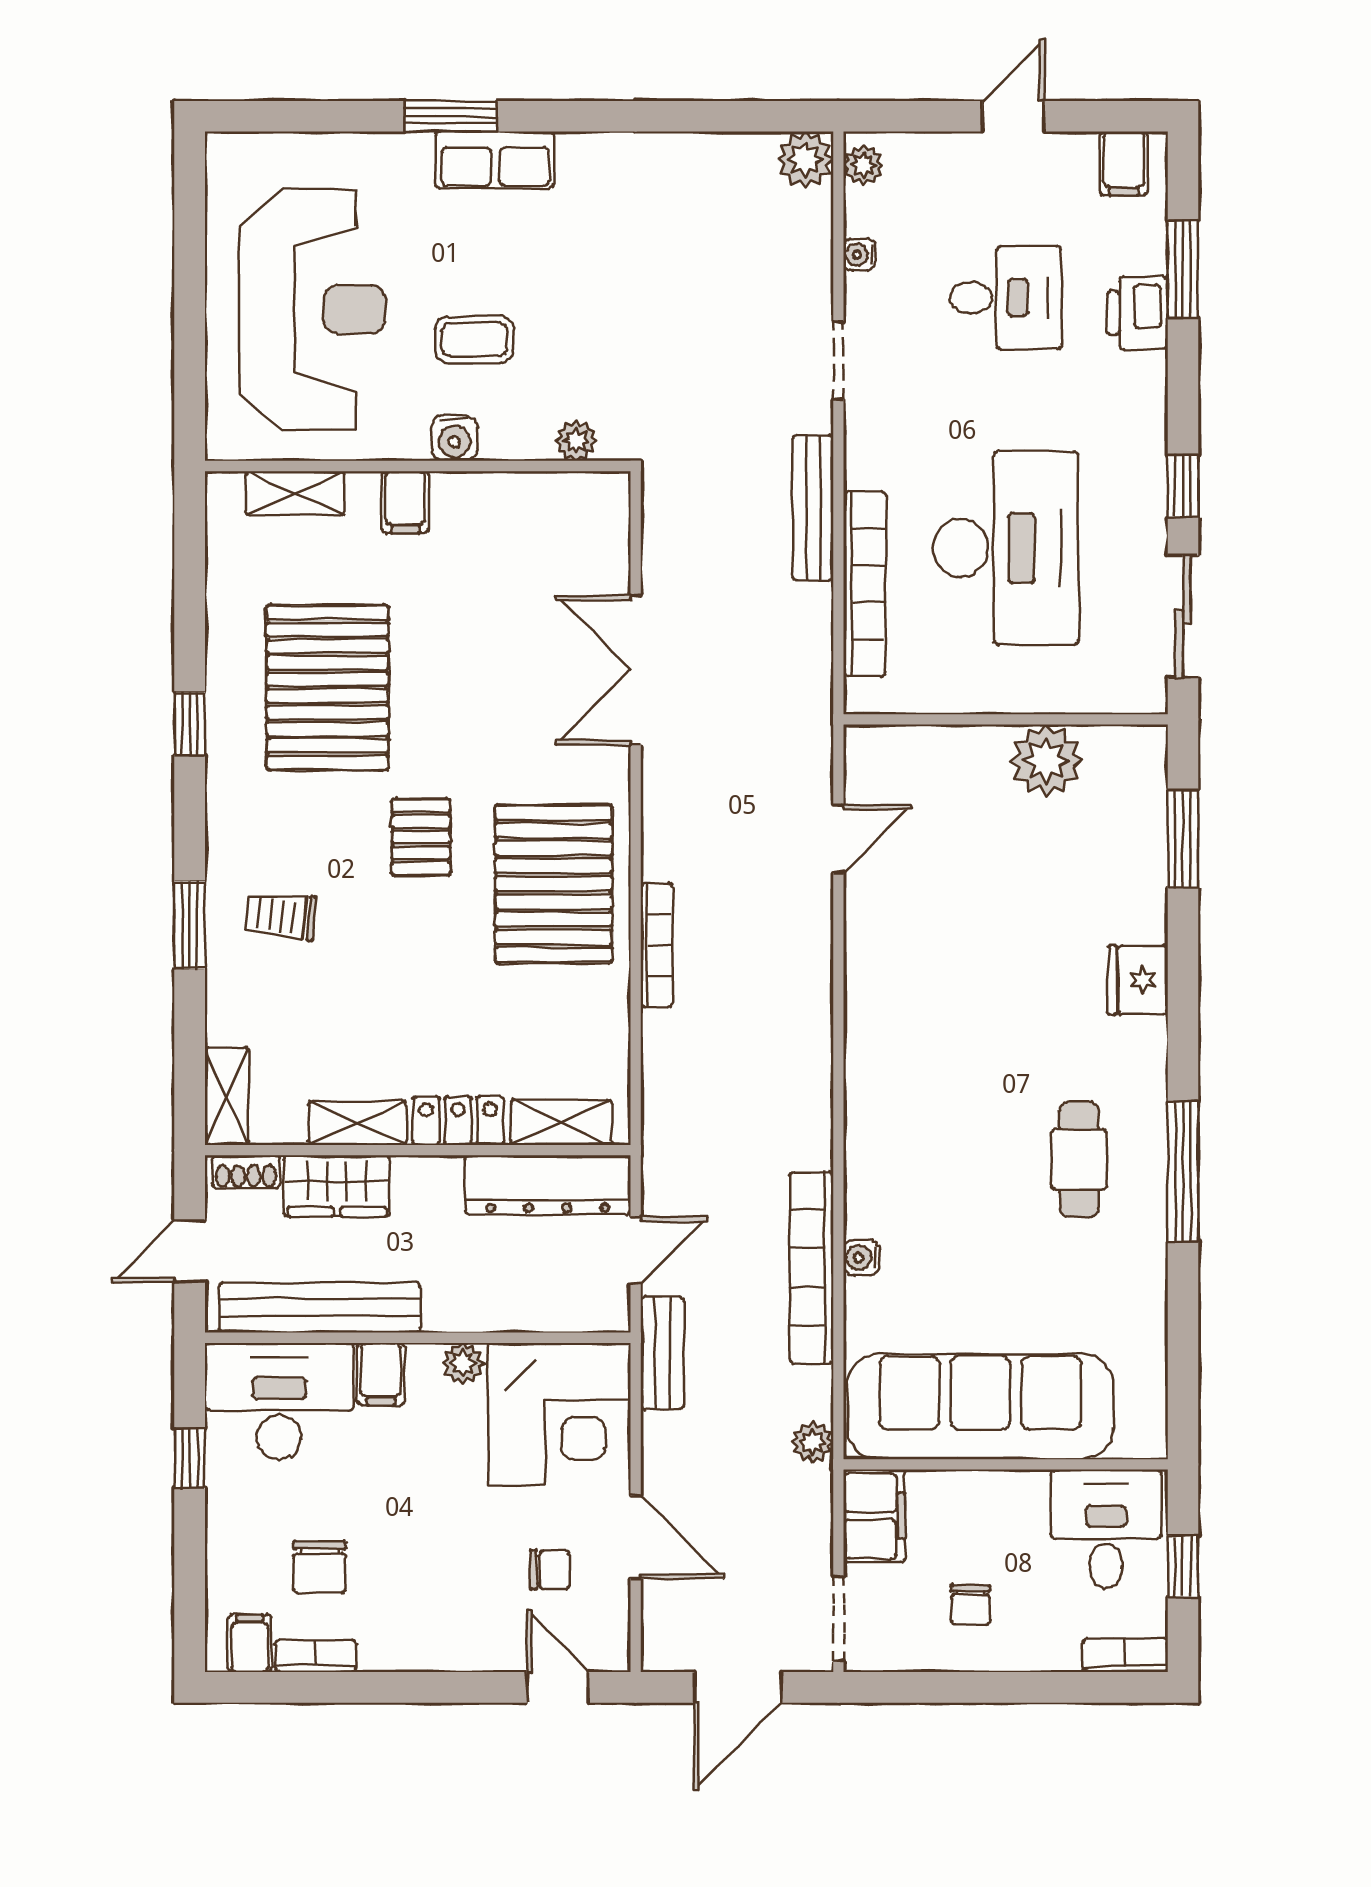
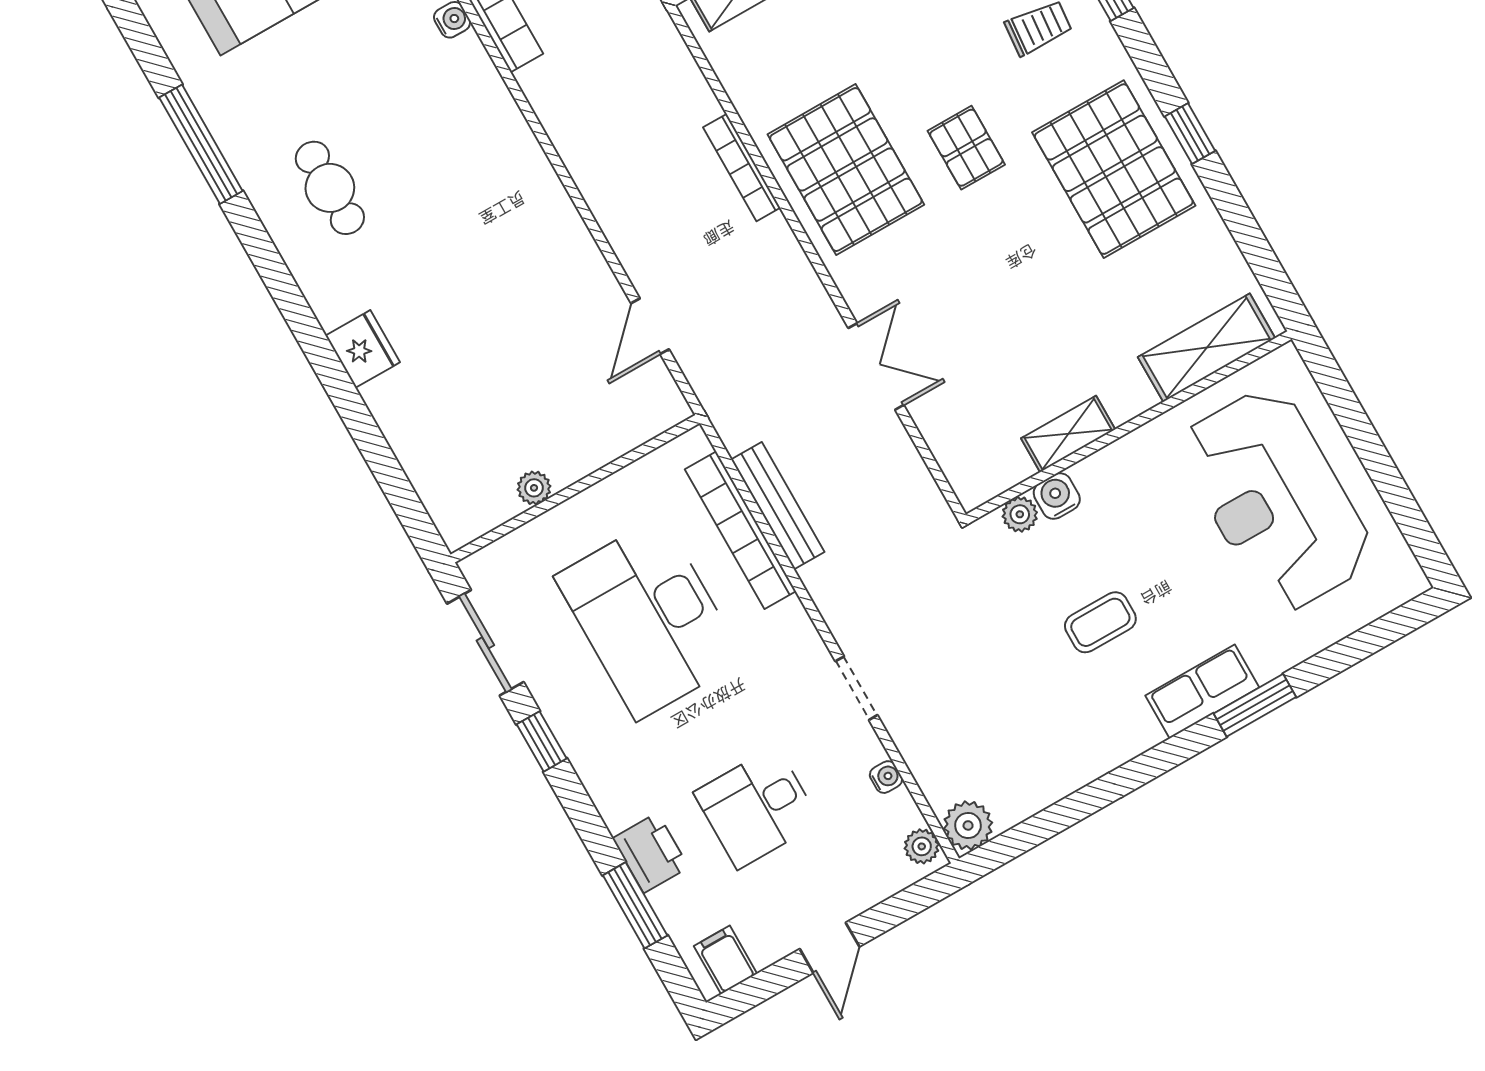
coffee table: (474, 339) -> (1100, 622), moved
water cooler: (454, 438) -> (1057, 496), moved
shelving: (295, 493) -> (1207, 348), width x1.50, depth x1.33
shelving: (482, 493) -> (1068, 434), added
filing cabinet: (405, 502) -> (1123, 394), removed
bench: (813, 508) -> (778, 506), moved
double door: (636, 670) -> (876, 367), width x0.73
pallet: (327, 688) -> (1114, 169), moved
plant: (1046, 760) -> (534, 488), width x0.53, depth x0.53
window: (1183, 839) -> (390, 475), removed
window: (1183, 1171) -> (201, 144), moved

